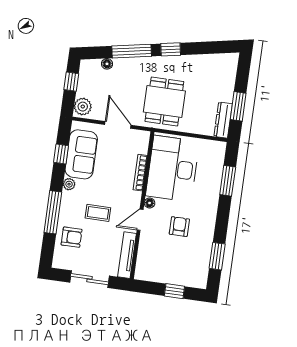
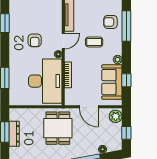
dresser: (223, 120) -> (14, 134), moved
window: (53, 212) -> (126, 26), moved

